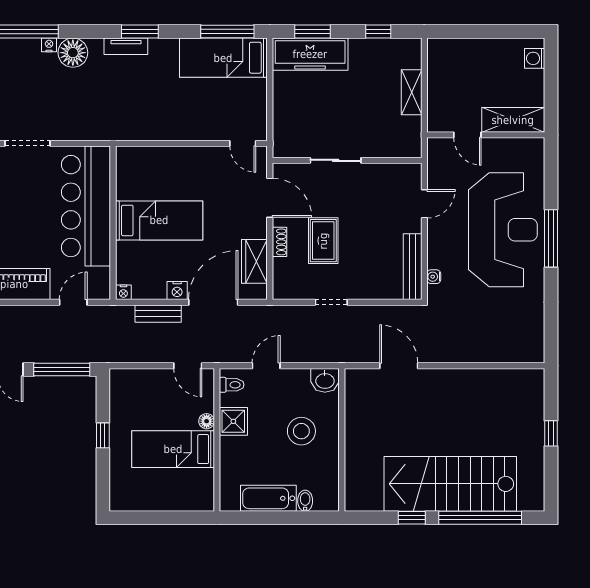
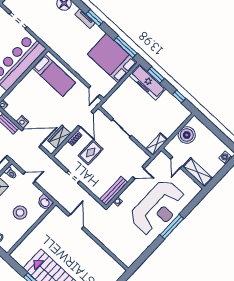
bed: (223, 58) -> (112, 58), width x1.50
boiler: (444, 79) -> (187, 135), added
shelving: (412, 92) -> (157, 144), moved
bed: (159, 220) -> (54, 75), moved

